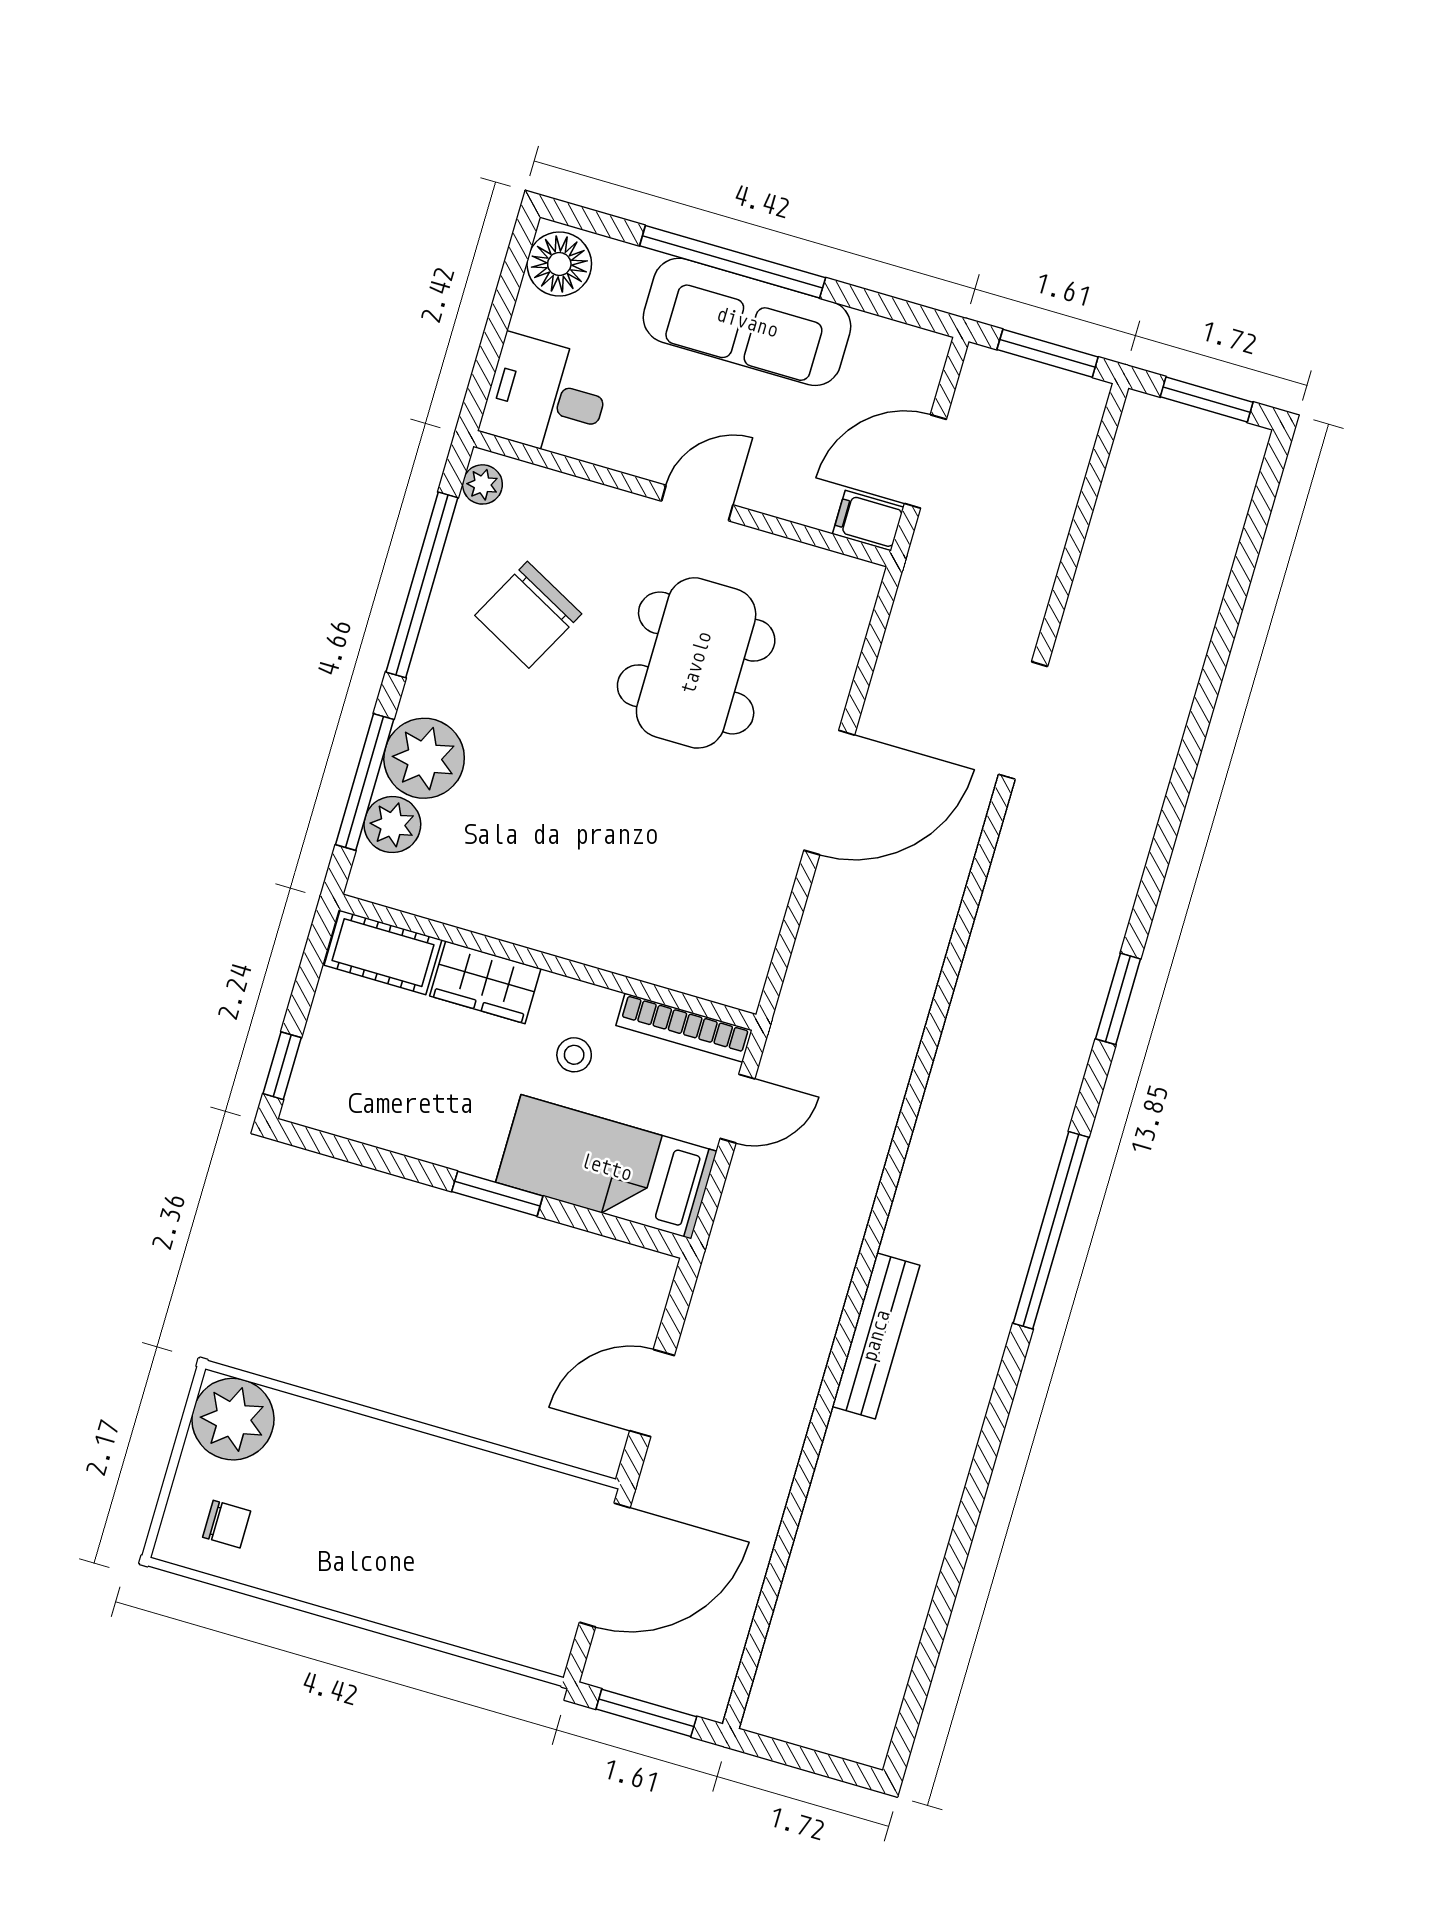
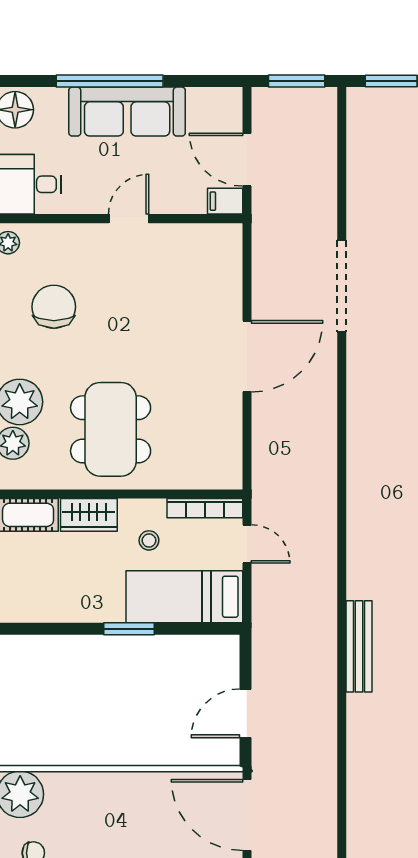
door: (925, 461) -> (247, 160), hinge flipped
chair: (528, 615) -> (54, 307), turned 152
dining table: (696, 663) -> (111, 429), moved
doorway: (1023, 720) -> (342, 286), width x1.36
door: (737, 1109) -> (247, 544), hinge flipped
door: (605, 1565) -> (247, 815), swing flipped

